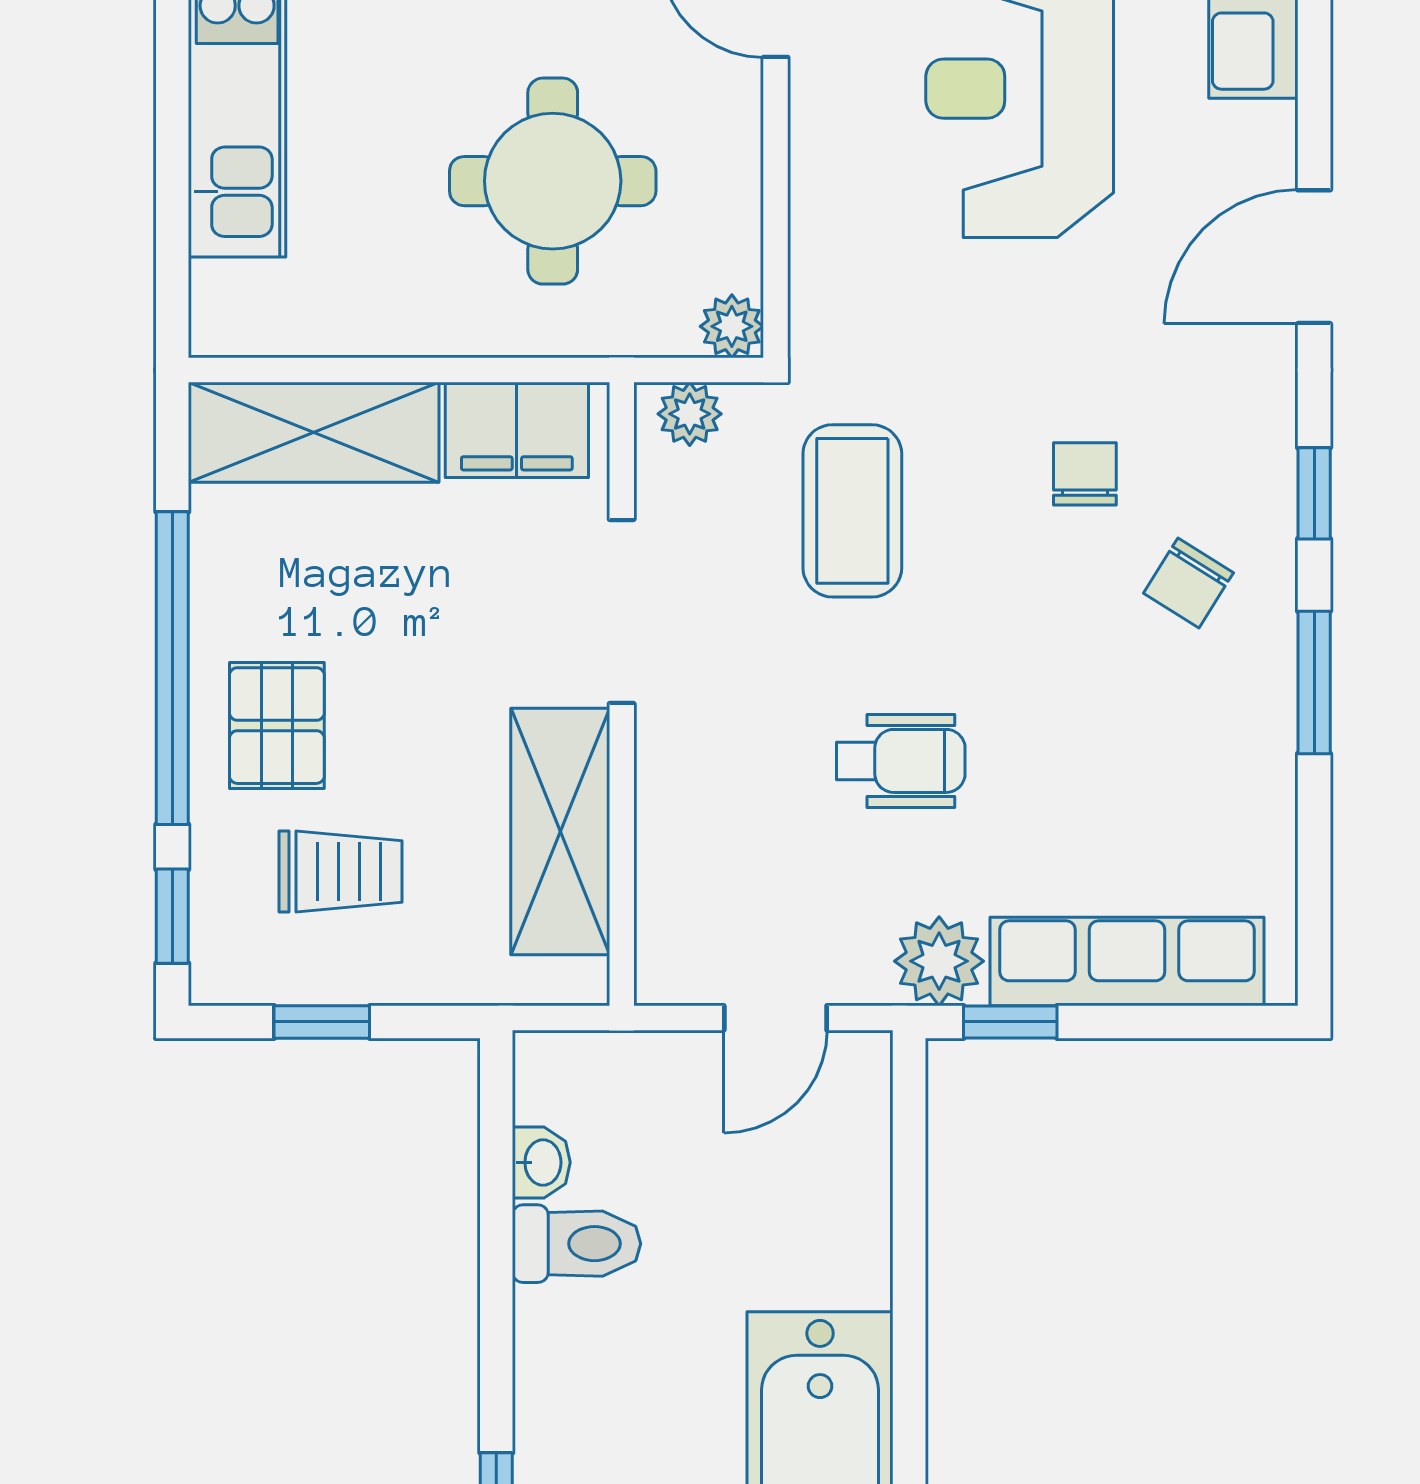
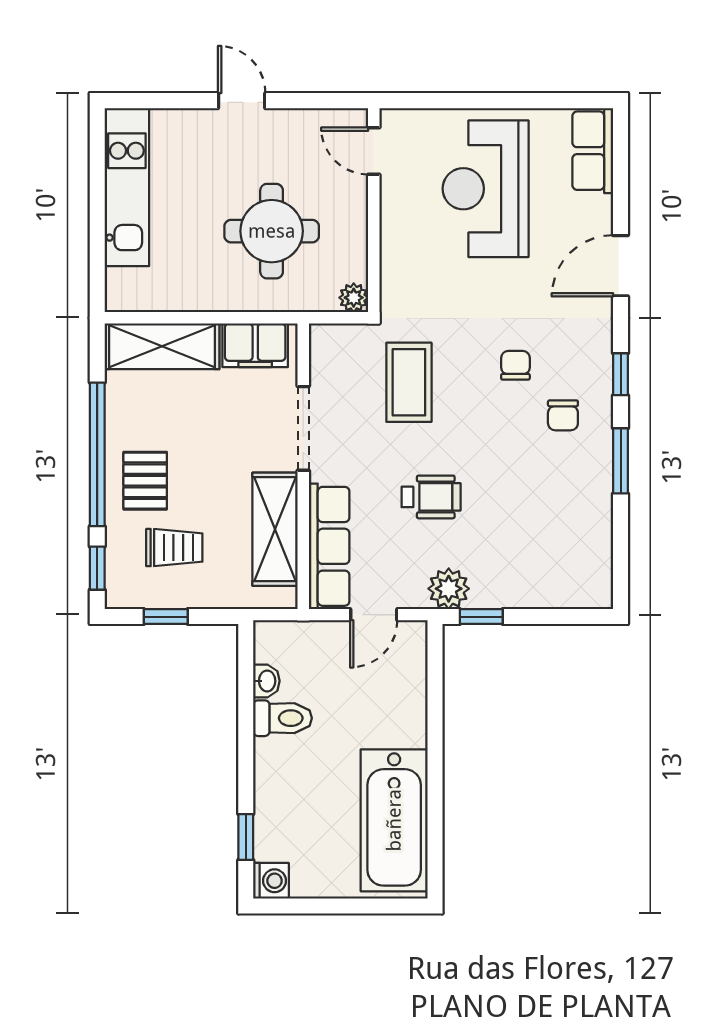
plant: (690, 414) -> (334, 338), removed
chair: (1188, 583) -> (563, 415), turned -32
row of seats: (1127, 961) -> (329, 546), moved, turned 90

